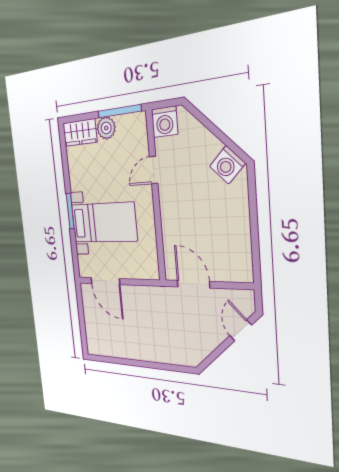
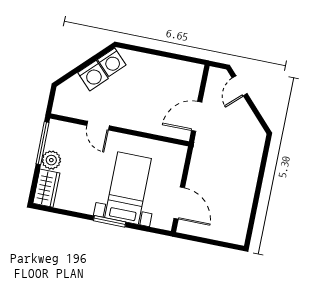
washing machine: (165, 122) -> (93, 76), moved, turned 45
door: (105, 281) -> (179, 203), hinge flipped
door: (241, 330) -> (240, 86), hinge flipped

